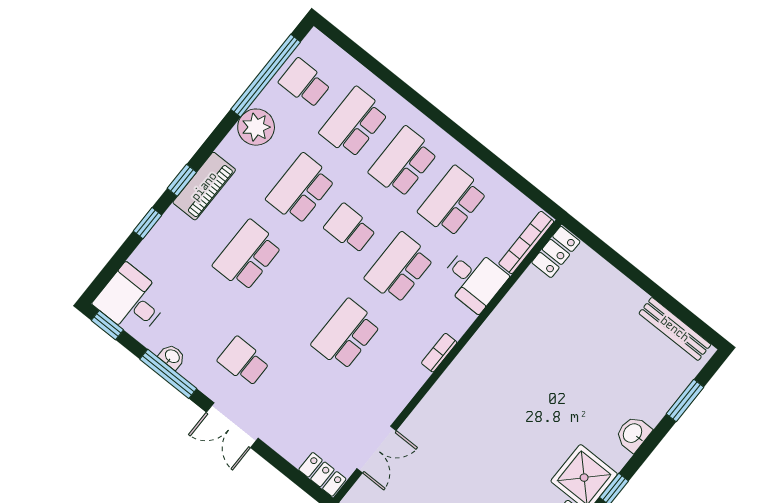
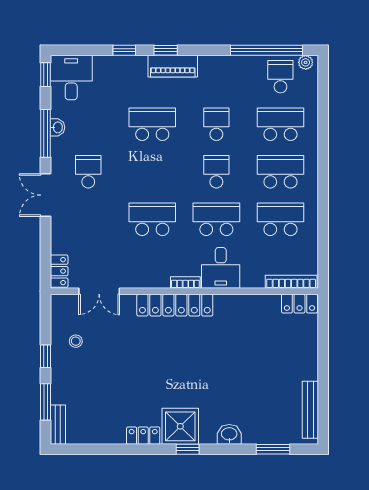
plant: (256, 127) -> (306, 62), moved, width x0.53, depth x0.53
school desk: (301, 189) -> (216, 124), width x0.54
desk: (473, 279) -> (221, 268), moved
locker: (454, 382) -> (175, 305), added

